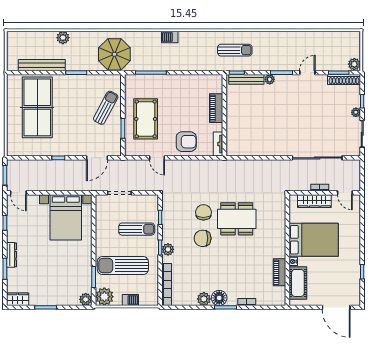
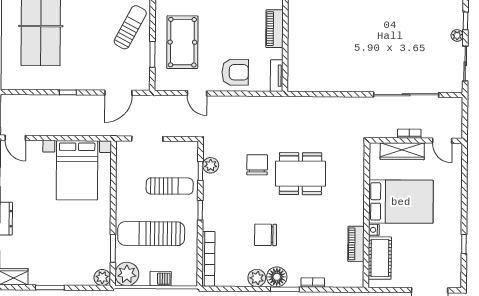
chair: (203, 238) -> (266, 235), moved
plant: (168, 249) -> (211, 165), moved

